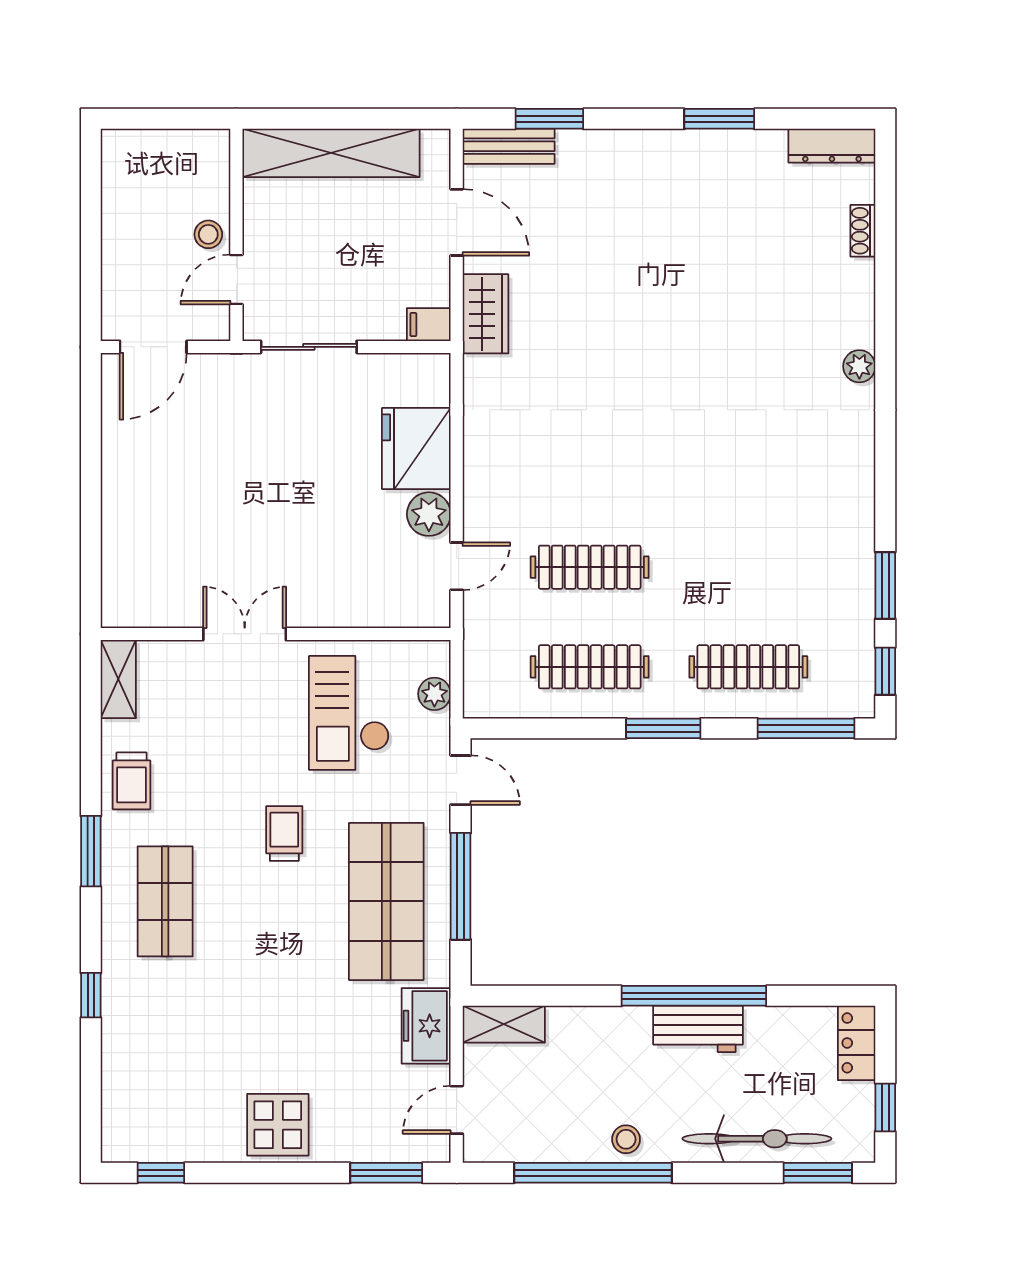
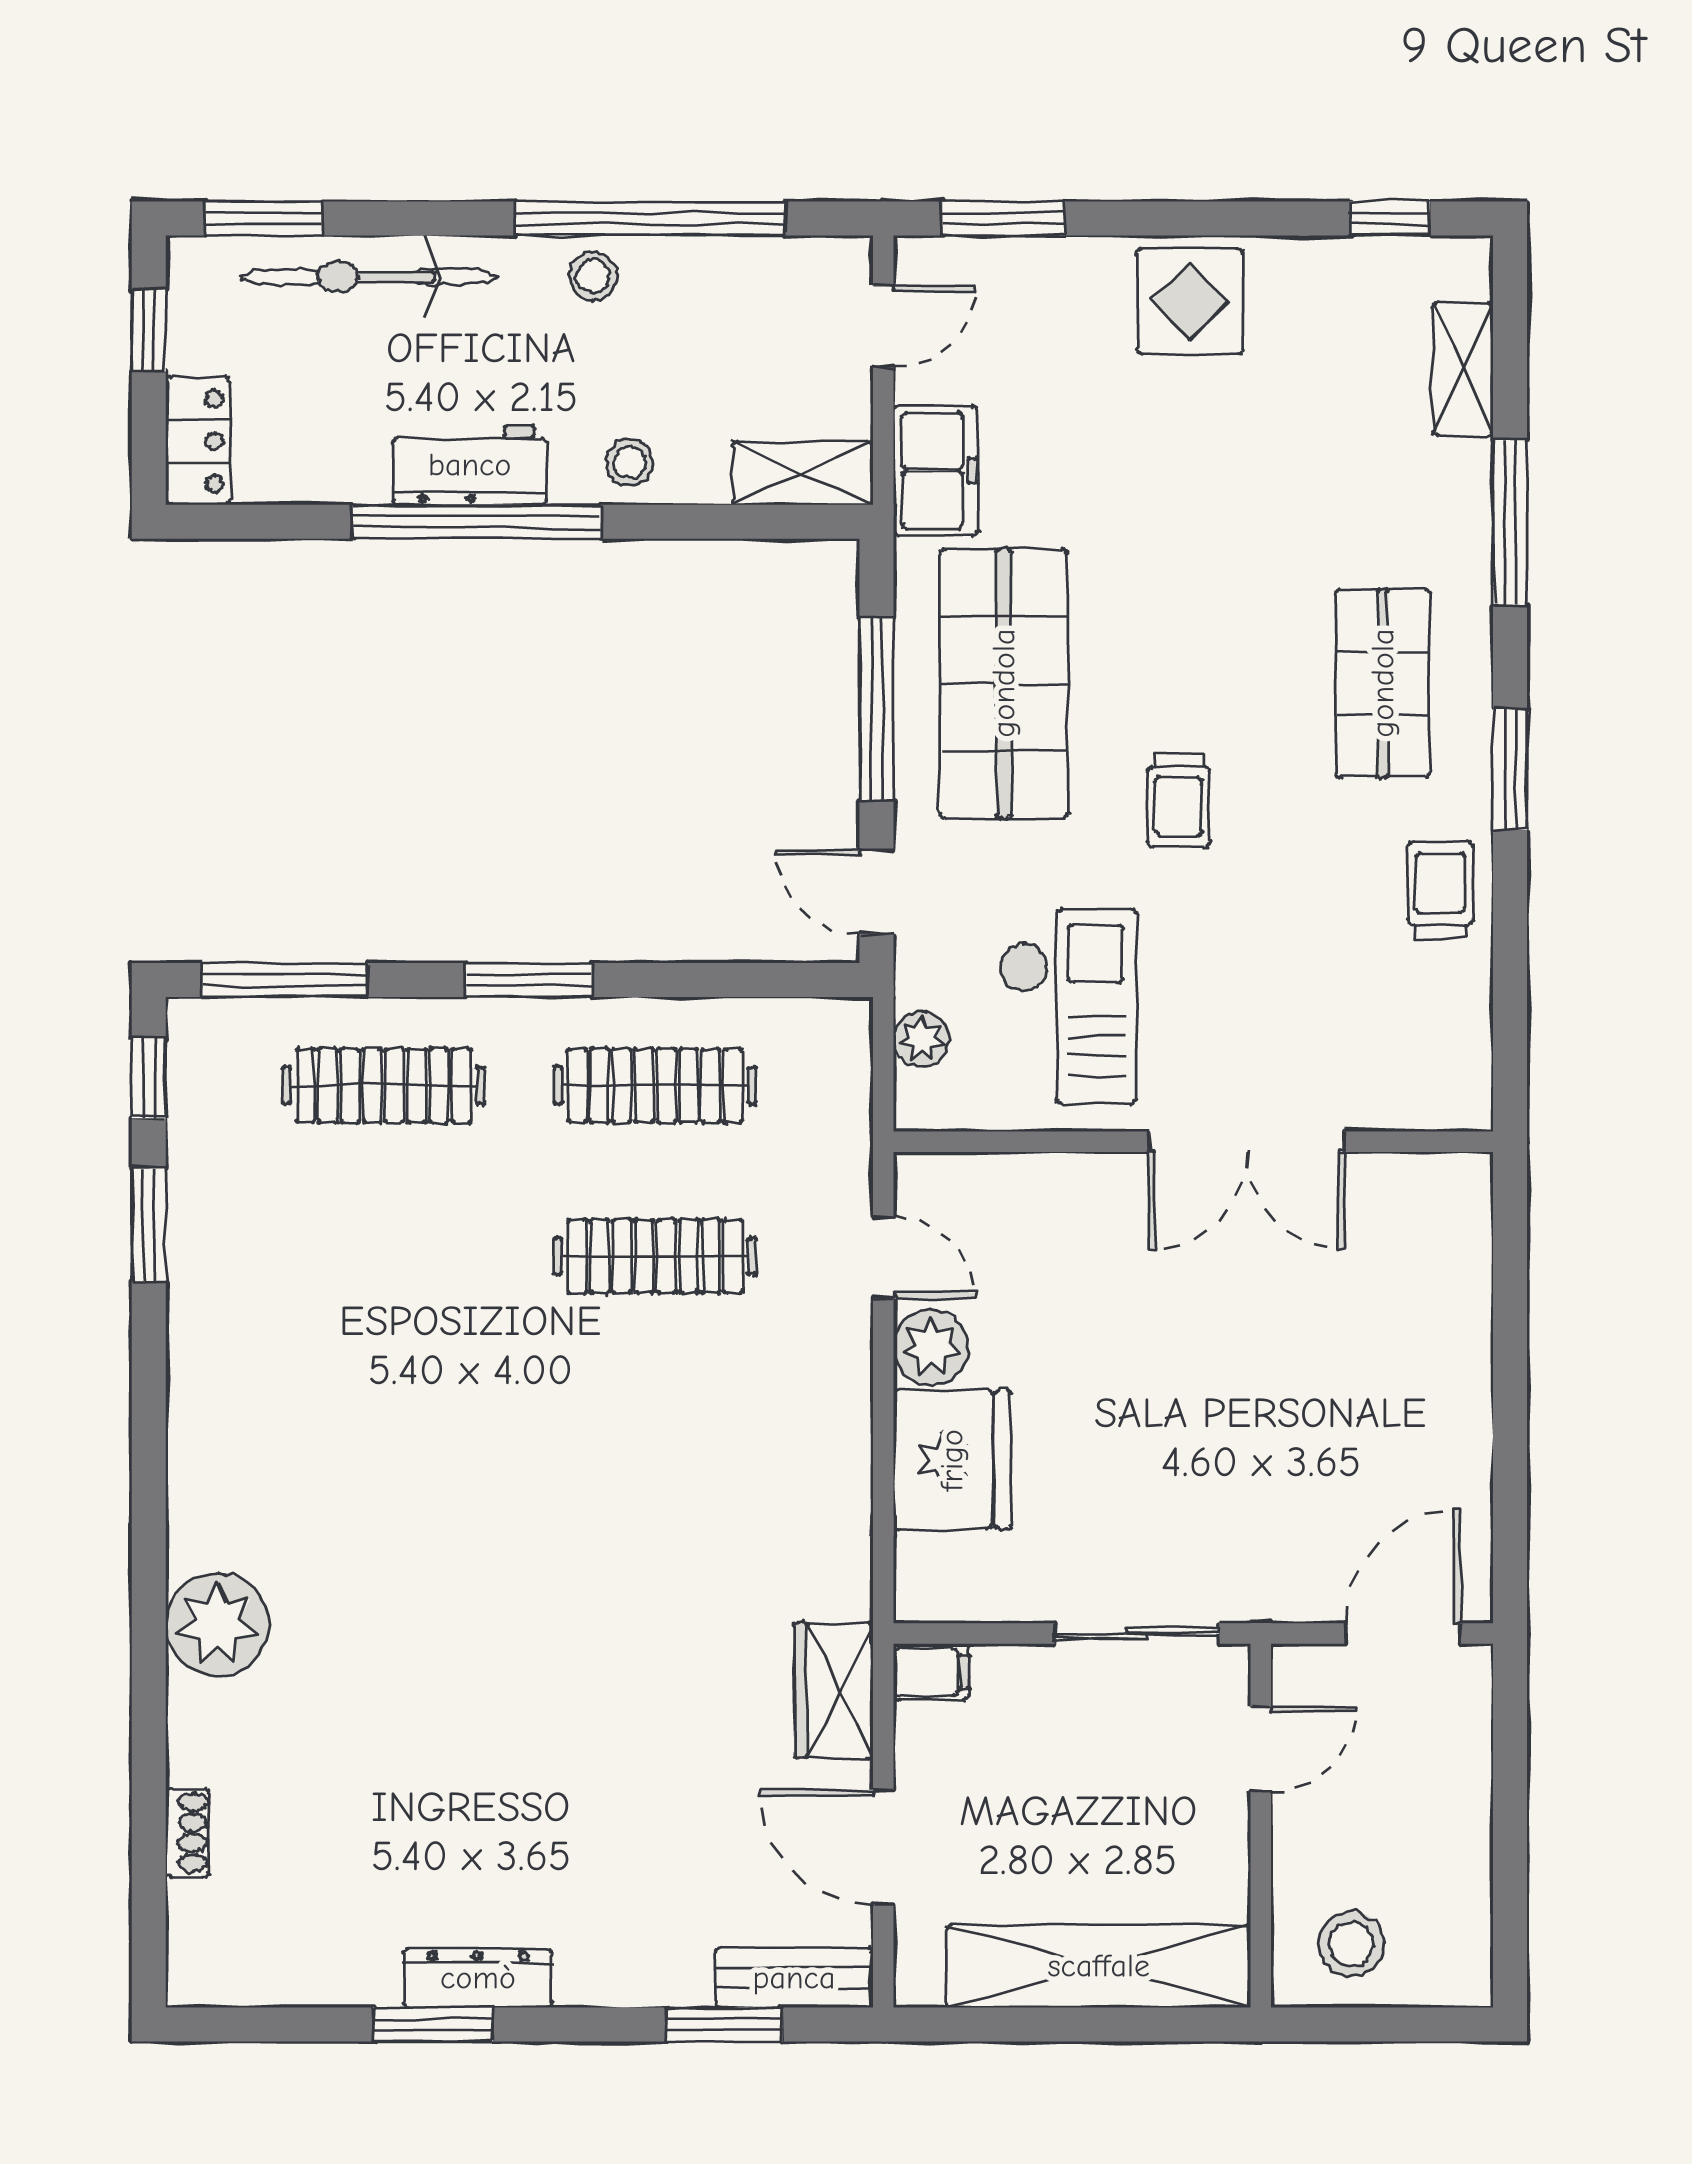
dresser: (832, 146) -> (478, 1978), moved
stool: (208, 234) -> (1351, 1944), moved, width x1.37, depth x1.37
plant: (859, 366) -> (217, 1625), width x1.87, depth x1.87
door: (457, 566) -> (883, 1258), swing flipped
double door: (245, 634) -> (1247, 1142), width x1.37
shelving: (118, 679) -> (1463, 369), moved
window: (91, 995) -> (1510, 523), width x2.17
stool: (605, 1030) -> (630, 463), added

